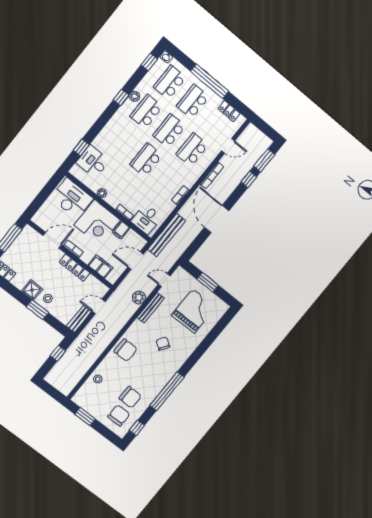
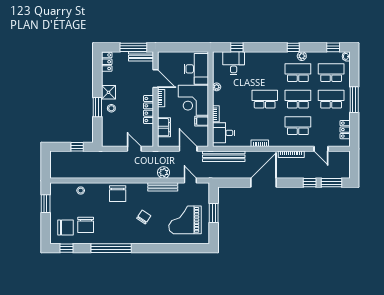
window: (210, 81) -> (354, 100), width x0.68
grand piano: (194, 311) -> (185, 220), turned 180
bench: (79, 319) -> (141, 56), moved

